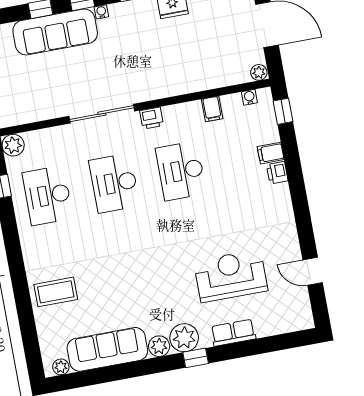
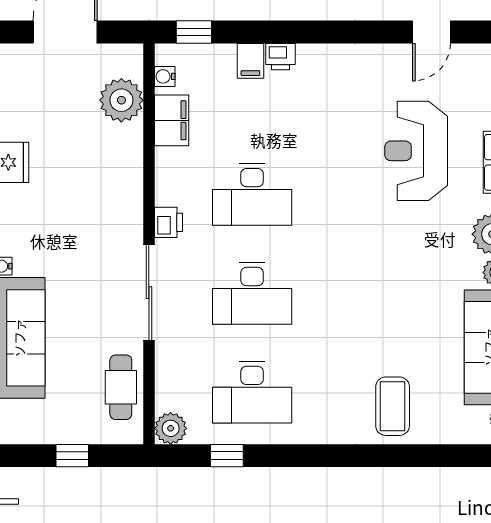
plant: (259, 72) -> (121, 100), moved, width x1.87, depth x1.87
cafe table: (35, 107) -> (121, 387), added
filing cabinet: (212, 109) -> (172, 120), width x2.00

